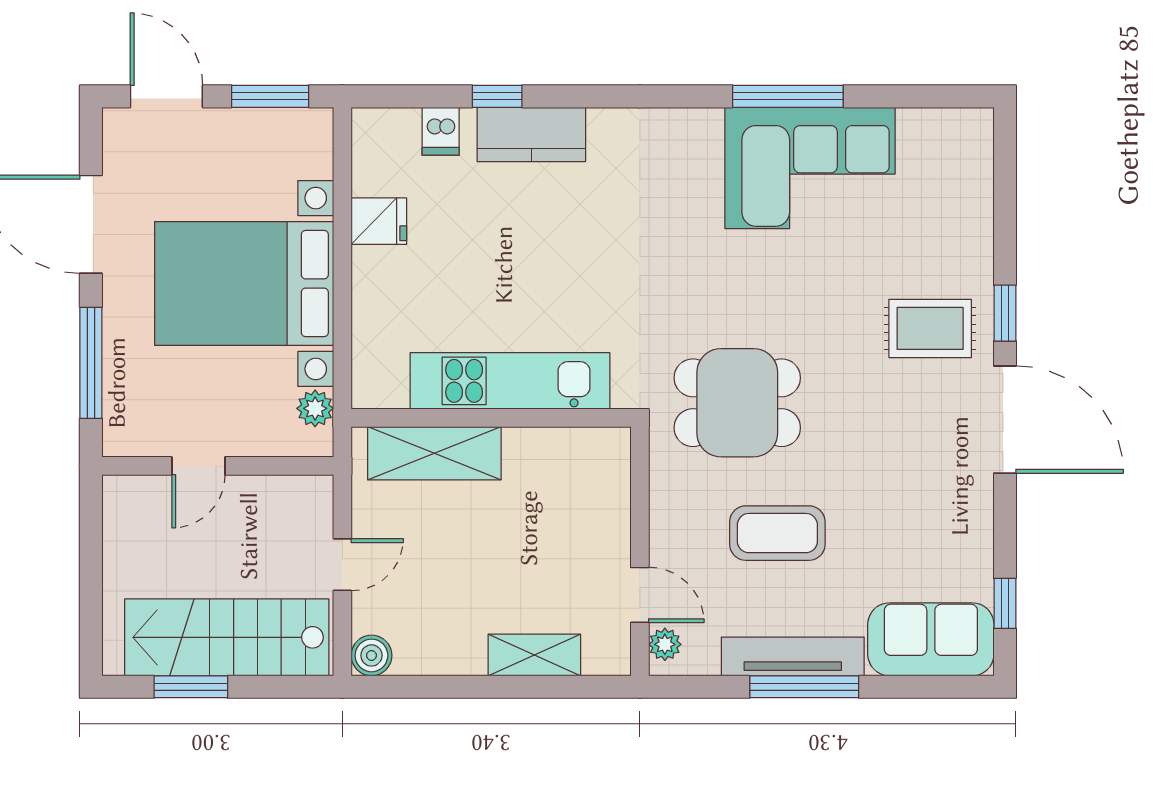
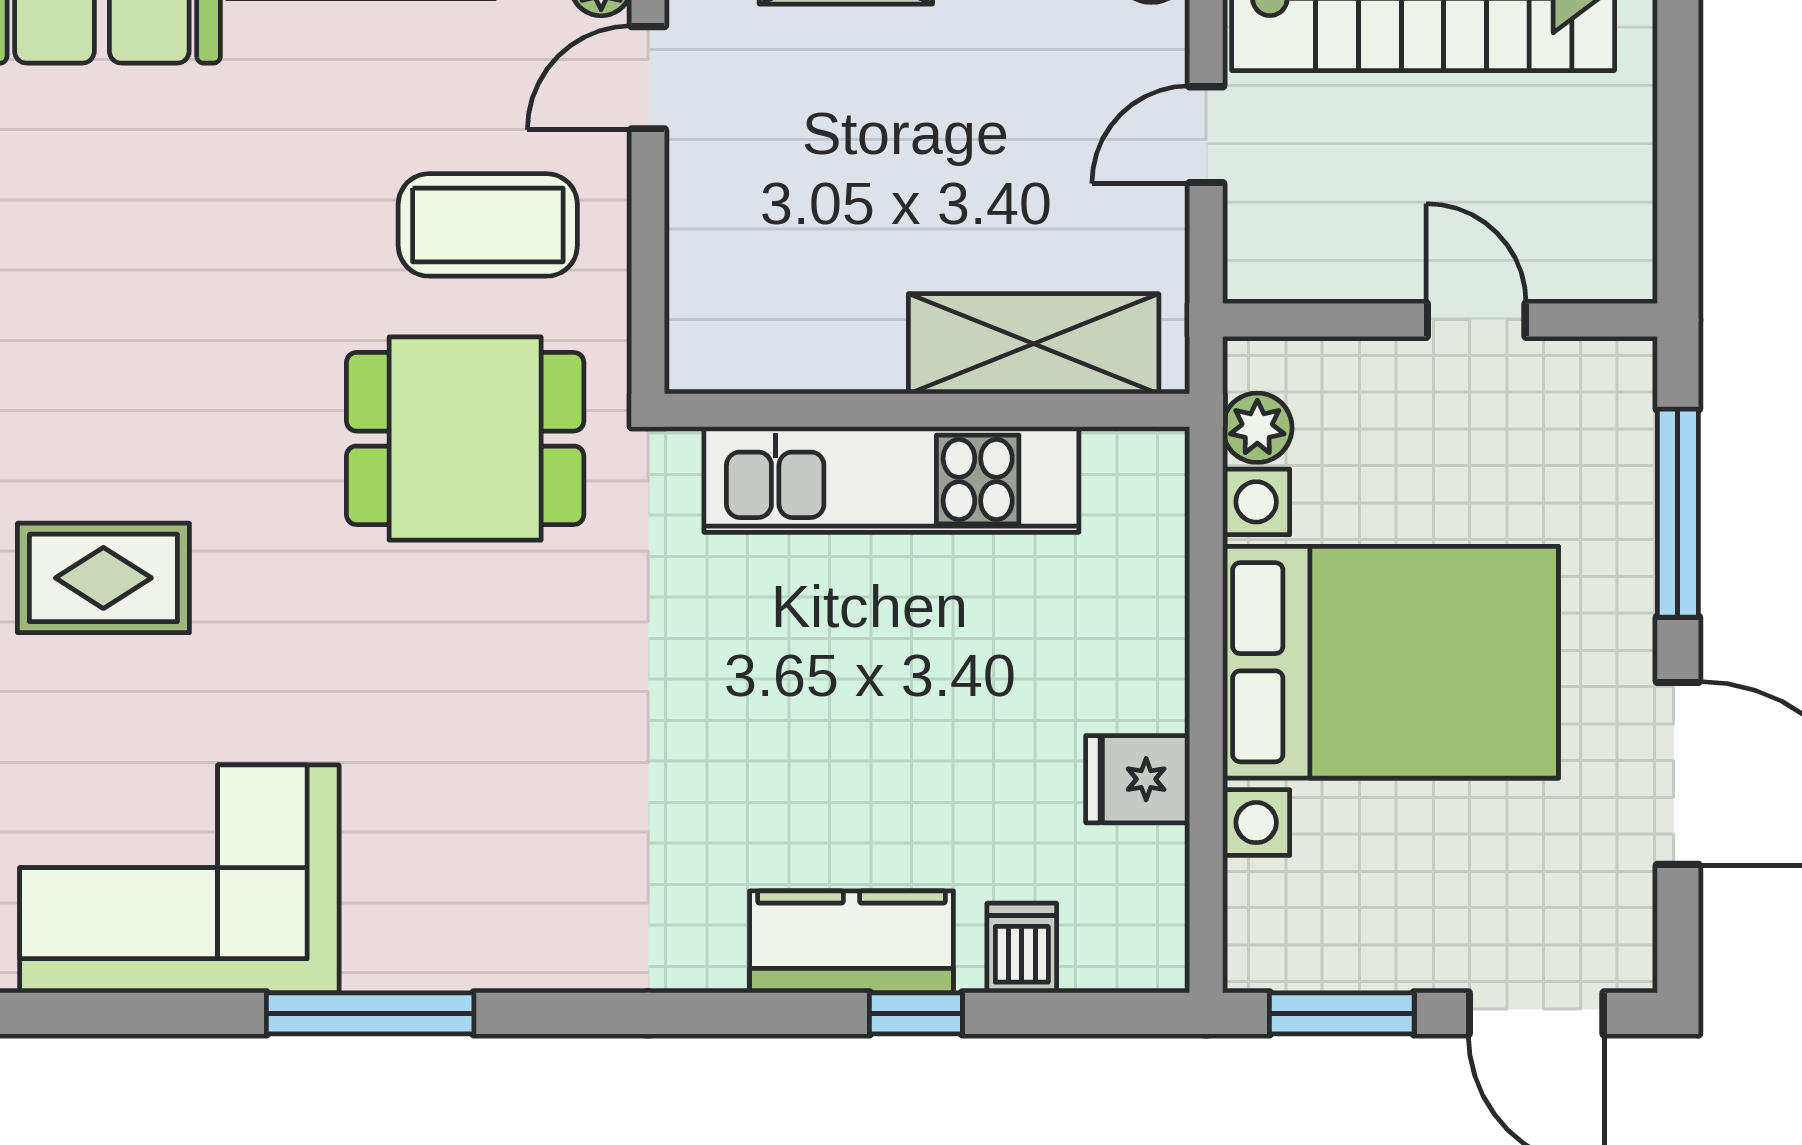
corner sofa: (810, 168) -> (179, 879), moved
door: (198, 466) -> (1476, 320), hinge flipped
coffee table: (777, 533) -> (488, 225), moved
door: (640, 595) -> (648, 78), hinge flipped

